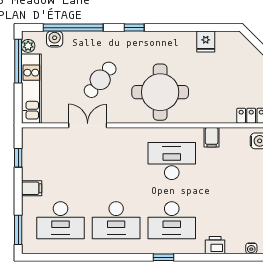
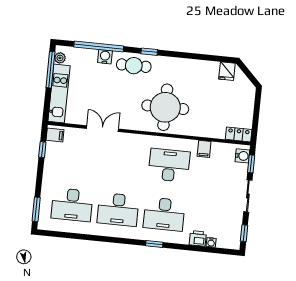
water cooler: (55, 39) -> (105, 57), moved
fridge: (206, 41) -> (227, 71), moved
cafe table: (100, 80) -> (134, 66), moved, turned 51
filing cabinet: (32, 188) -> (55, 135), moved
water cooler: (251, 248) -> (211, 242), moved

